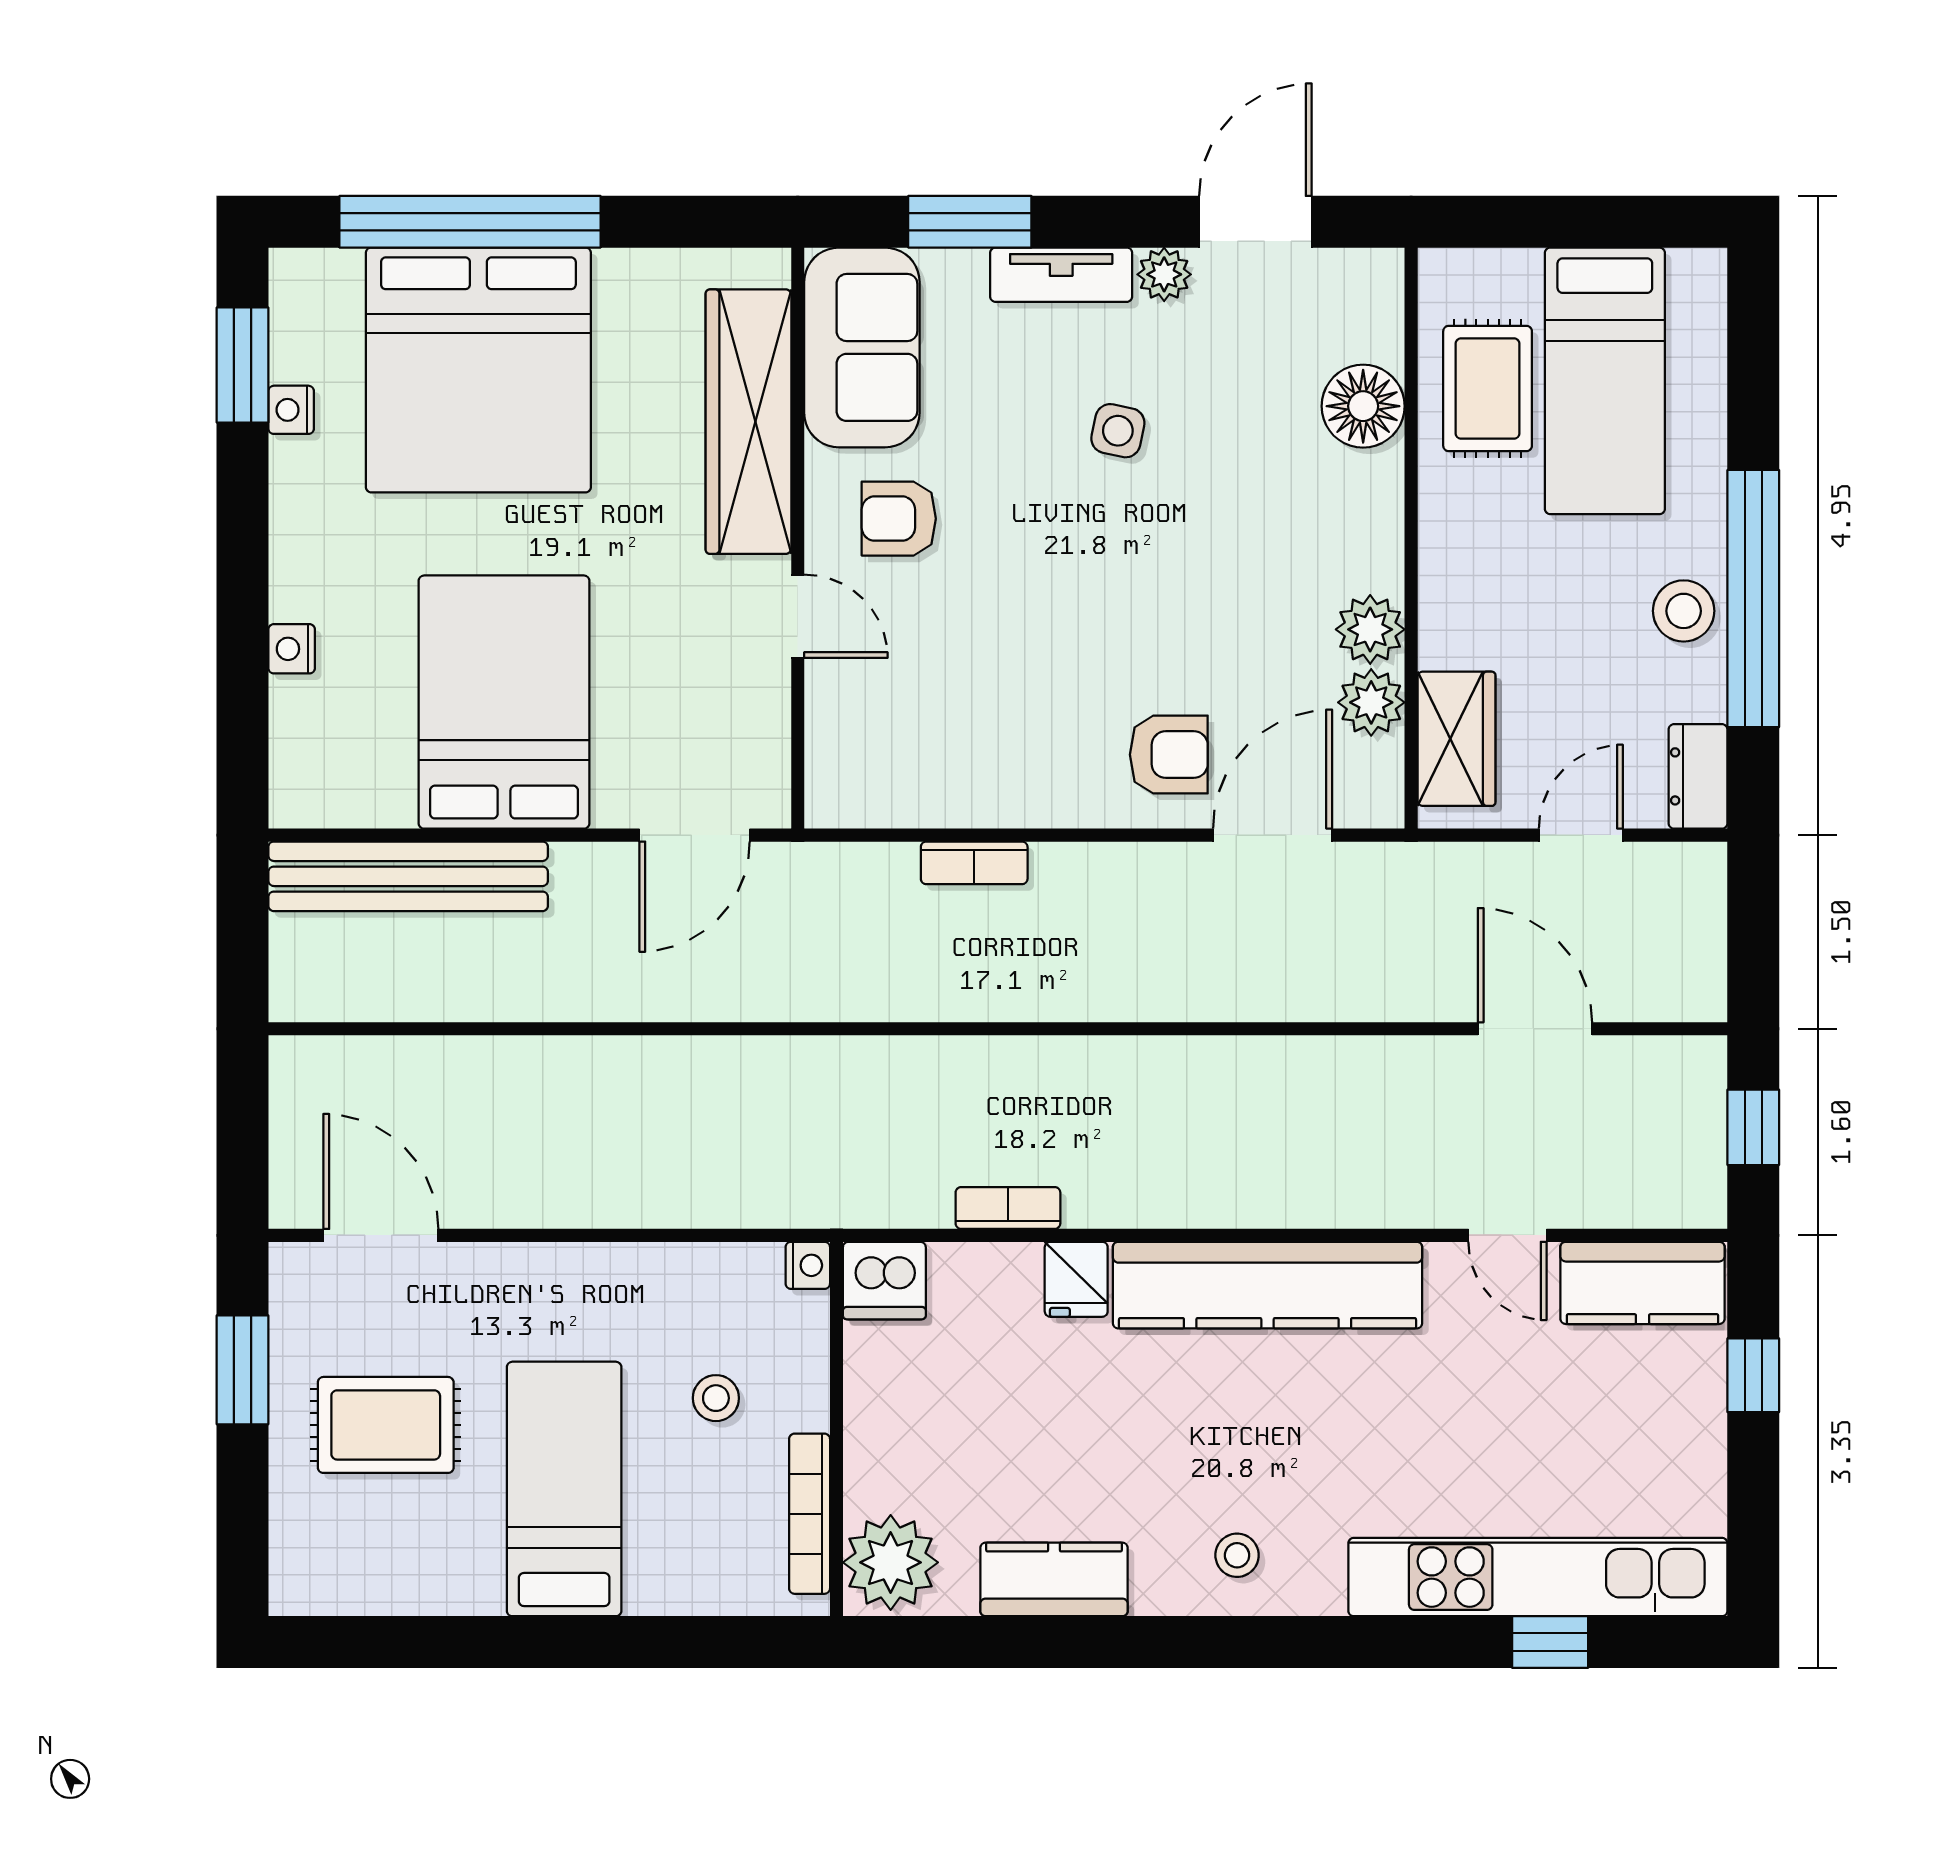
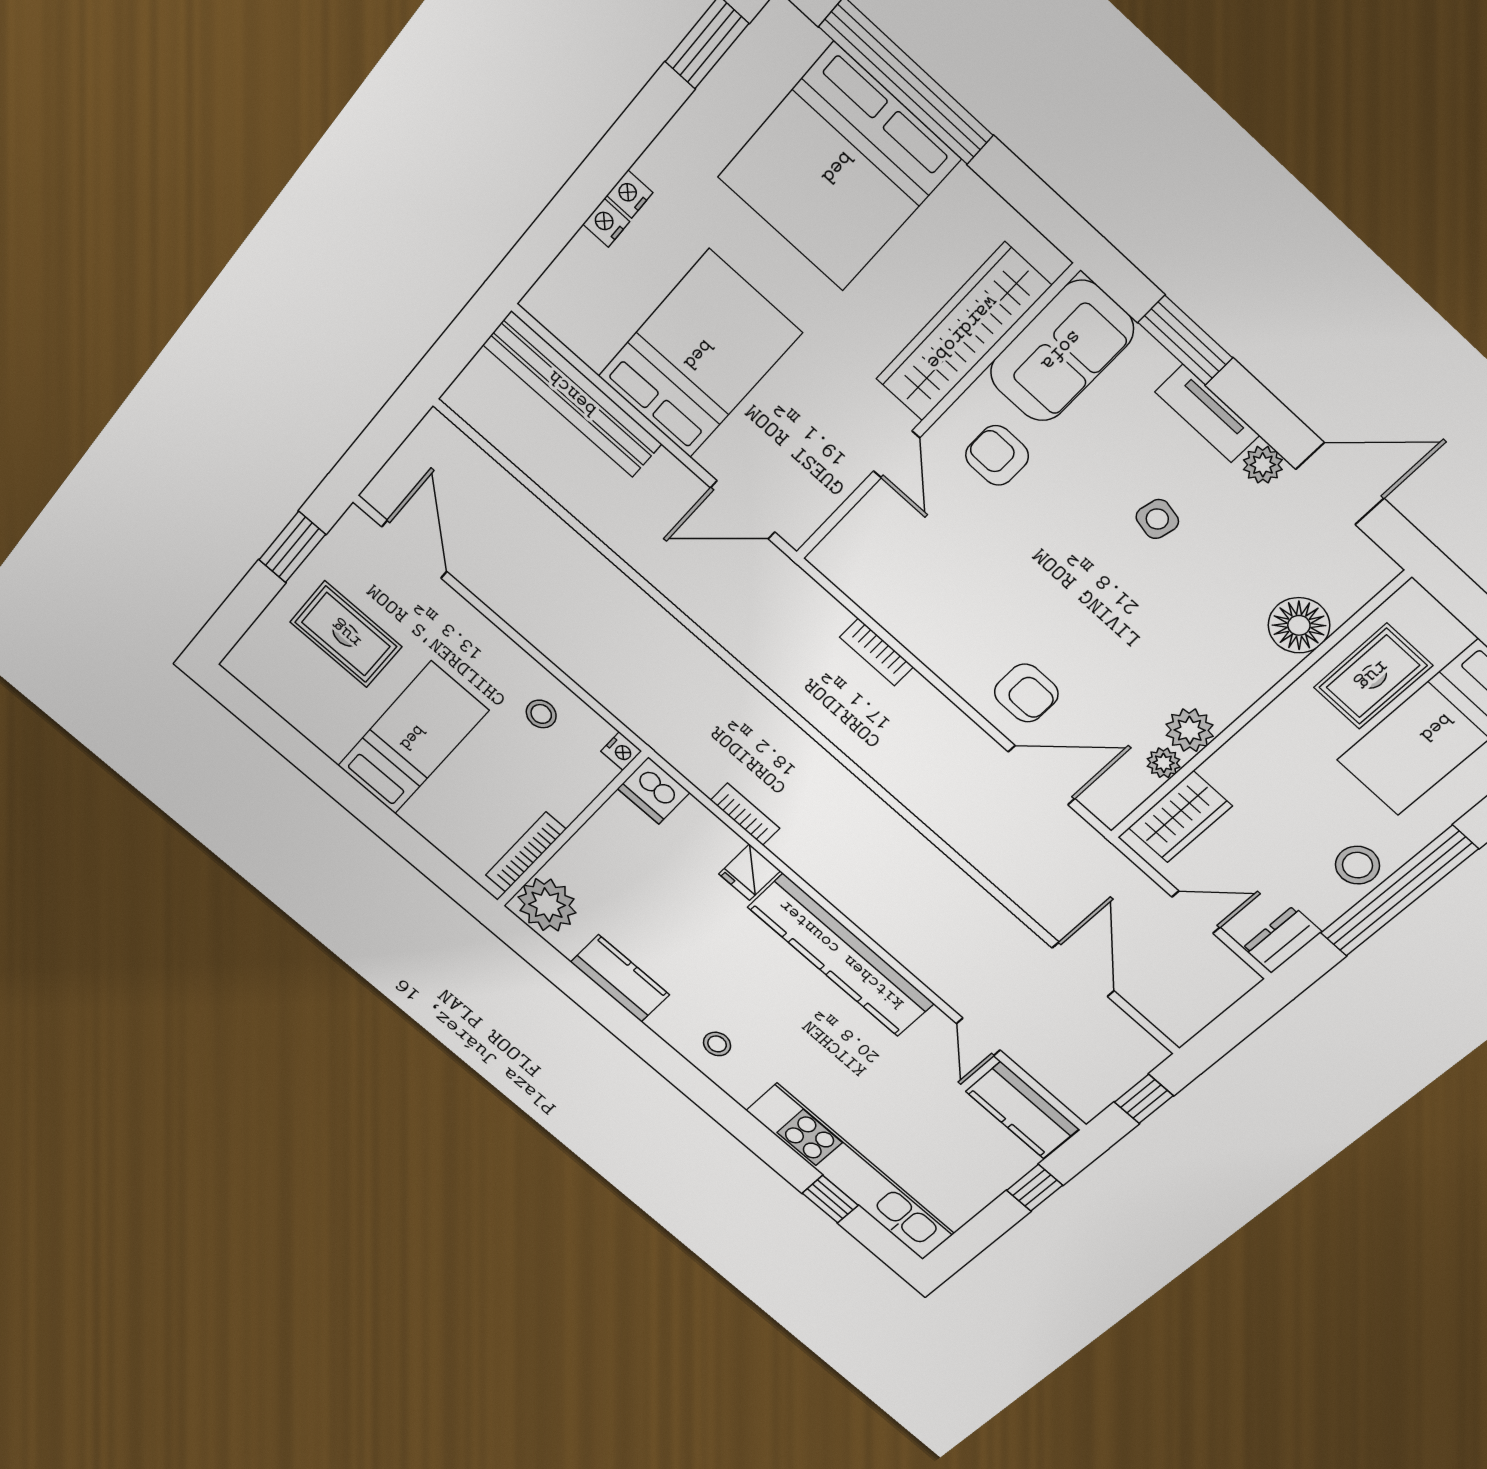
nightstand: (291, 410) -> (630, 194), moved
plant: (1371, 702) -> (1164, 763), width x0.73, depth x0.73
stool: (716, 1398) -> (541, 714), moved

